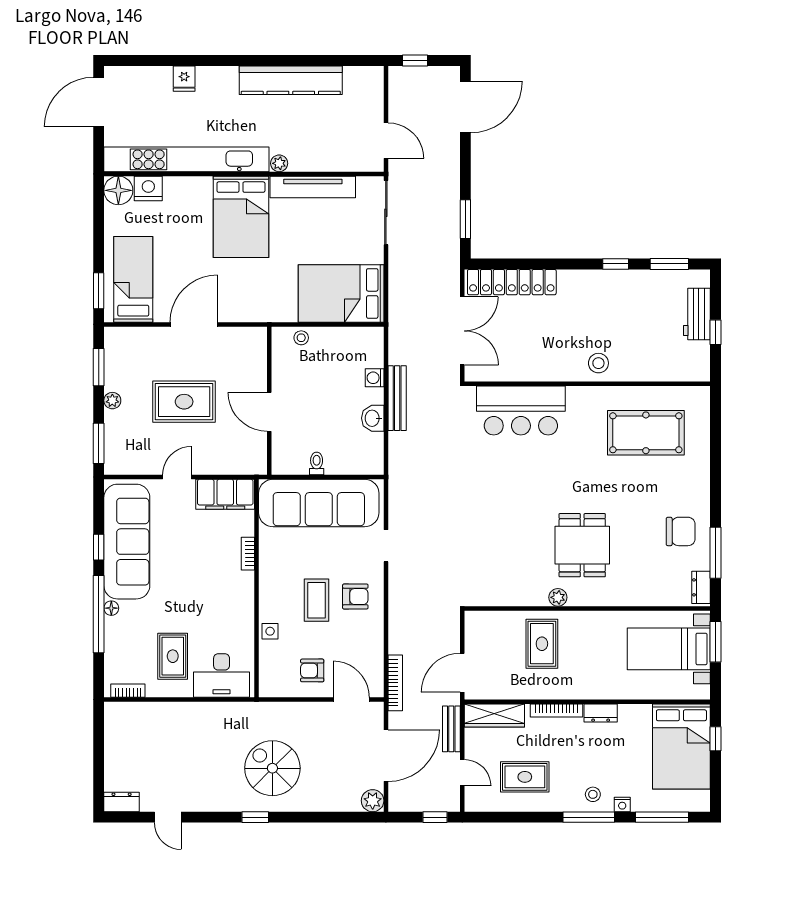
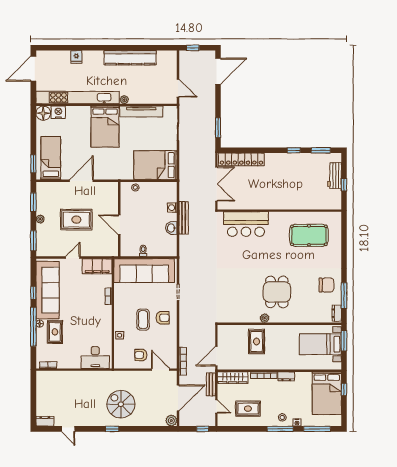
stool: (598, 363) -> (285, 200), removed
rug: (173, 656) -> (55, 332), moved

